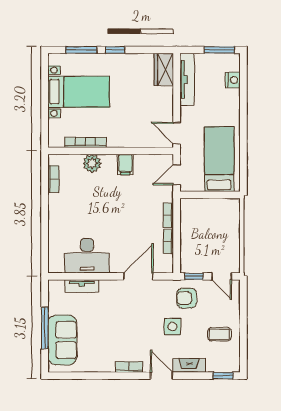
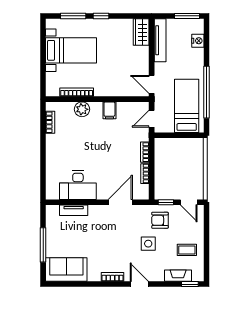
window: (243, 142) -> (207, 92), added
sofa: (62, 340) -> (66, 269), moved, turned -90
fireplace: (189, 365) -> (178, 276), moved

